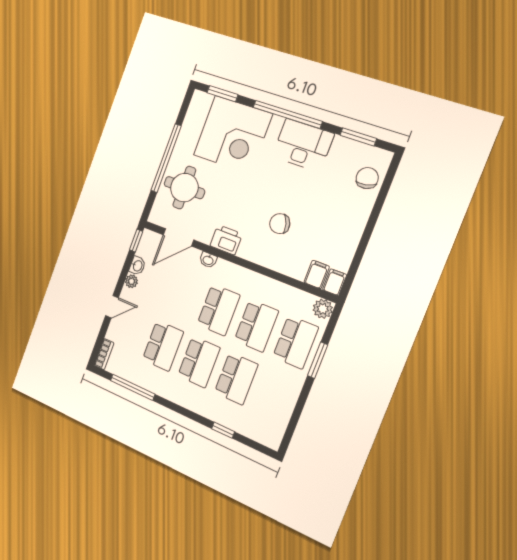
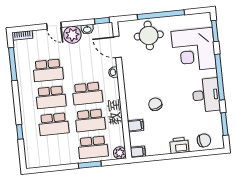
printer: (226, 240) -> (179, 145), moved, turned -90
filing cabinet: (317, 274) -> (136, 126), moved
plant: (131, 281) -> (72, 35), width x1.88, depth x1.88

